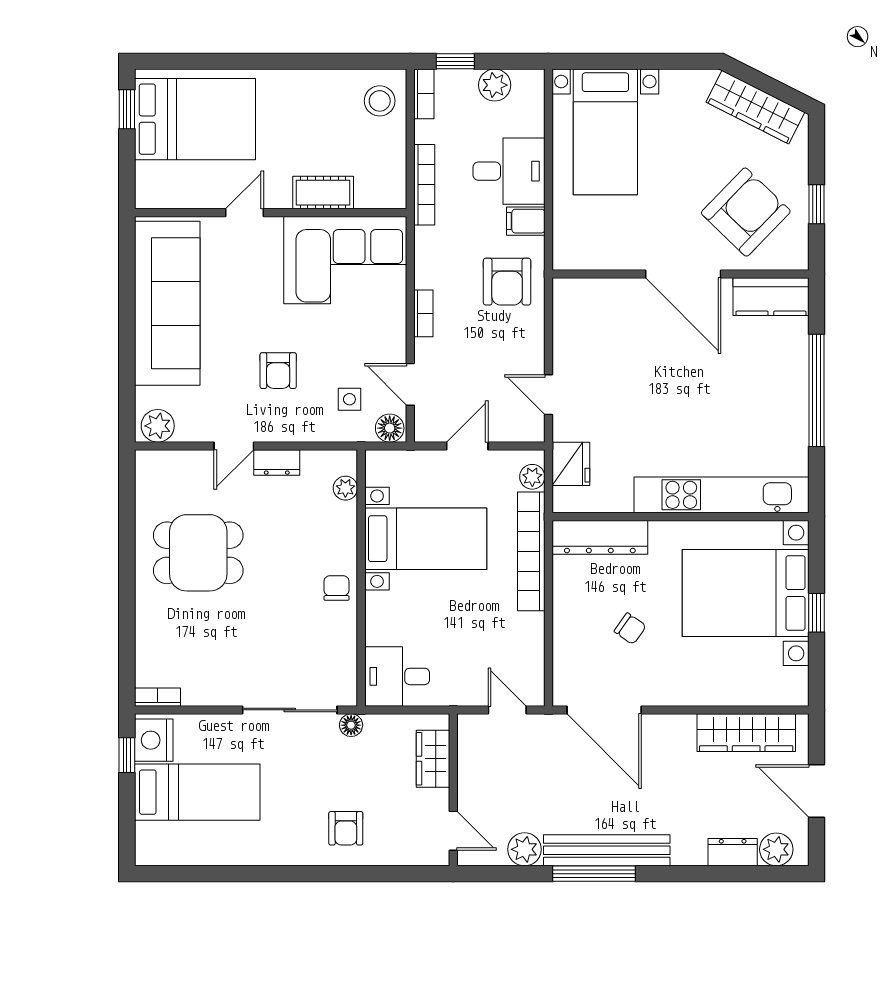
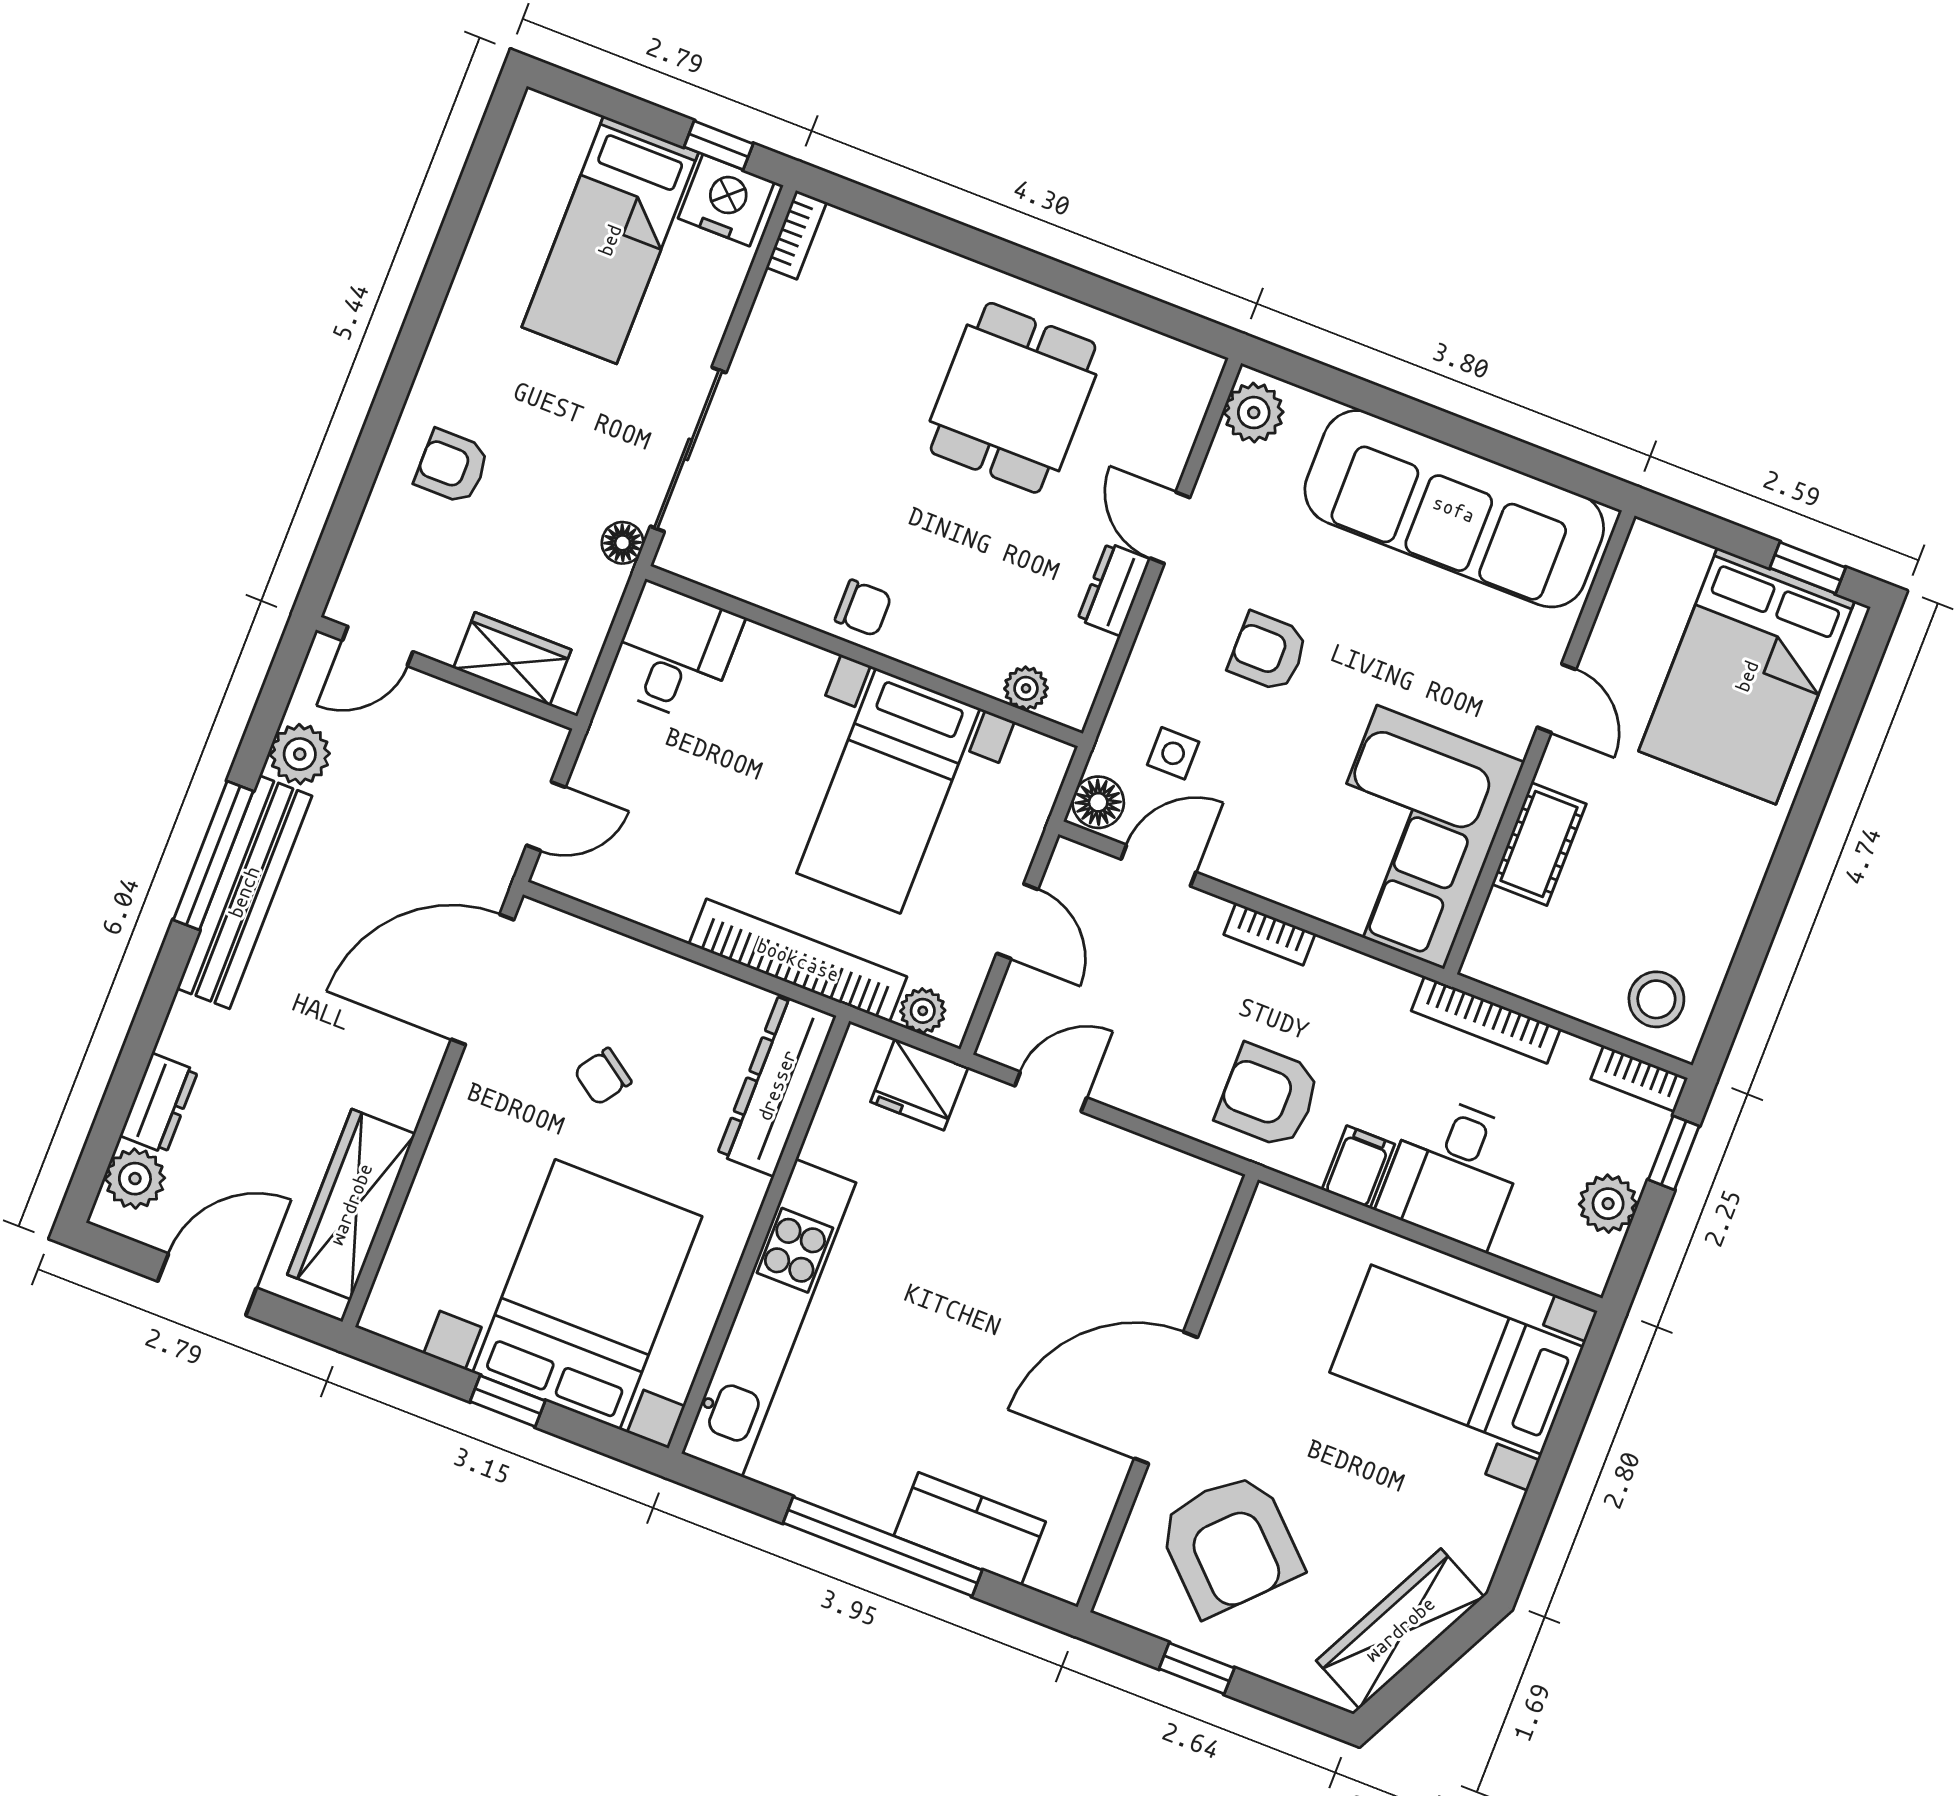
kitchen counter: (771, 297) -> (970, 1529), moved, turned 90

